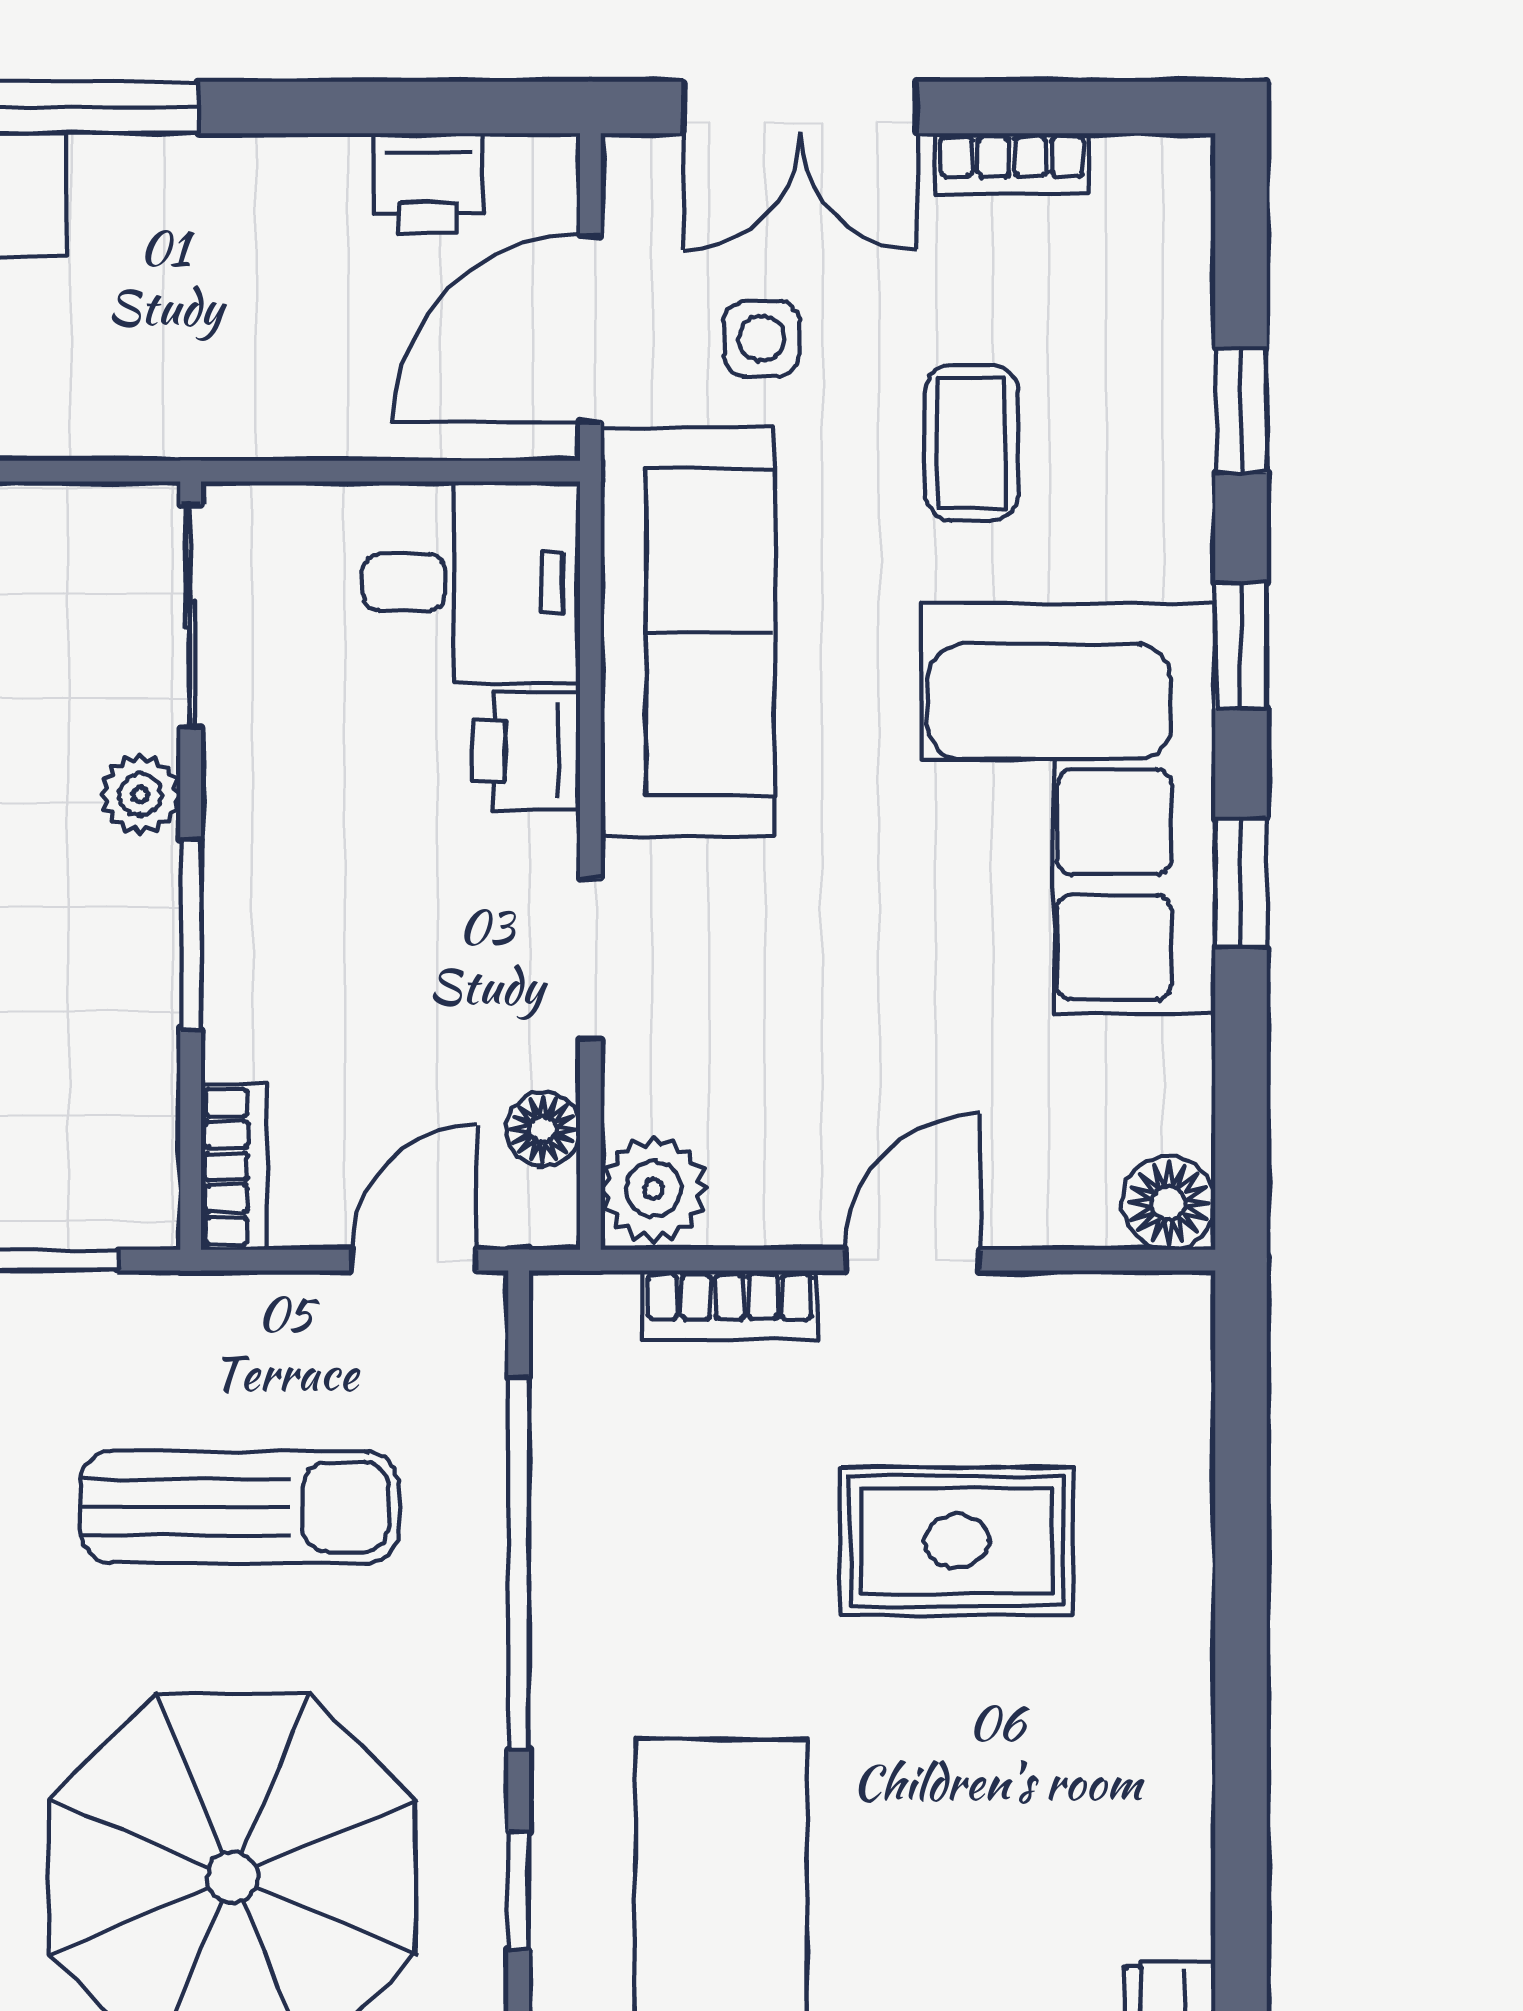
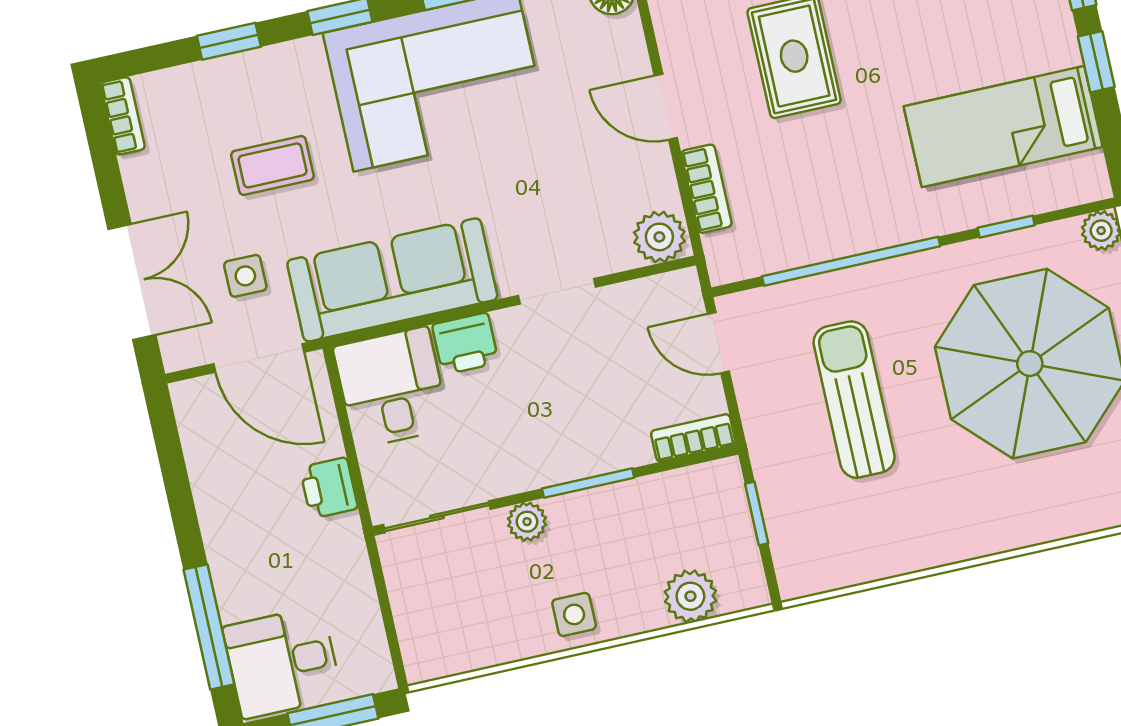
bookcase: (1012, 164) -> (123, 116), moved
printer: (428, 183) -> (329, 488), moved, turned 180
floor lamp: (543, 1129) -> (643, 296), removed

